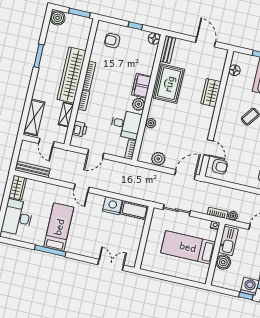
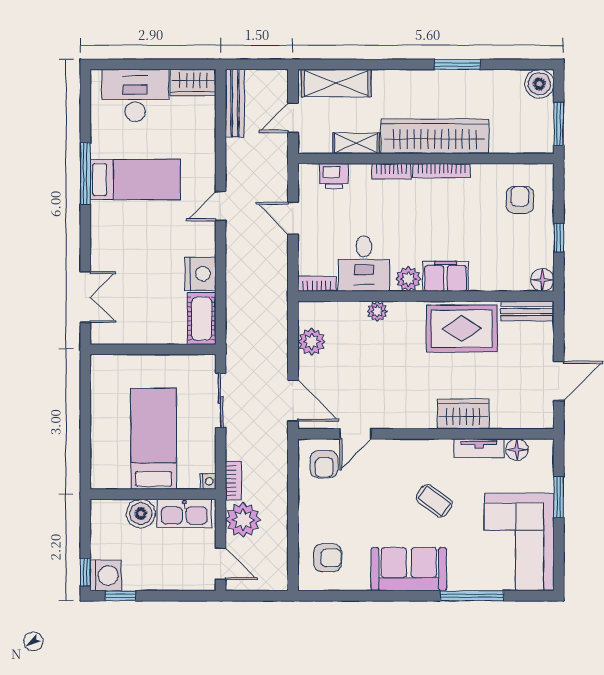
tv unit: (230, 89) -> (479, 448), added
plant: (233, 216) -> (243, 520), width x1.88, depth x1.88

